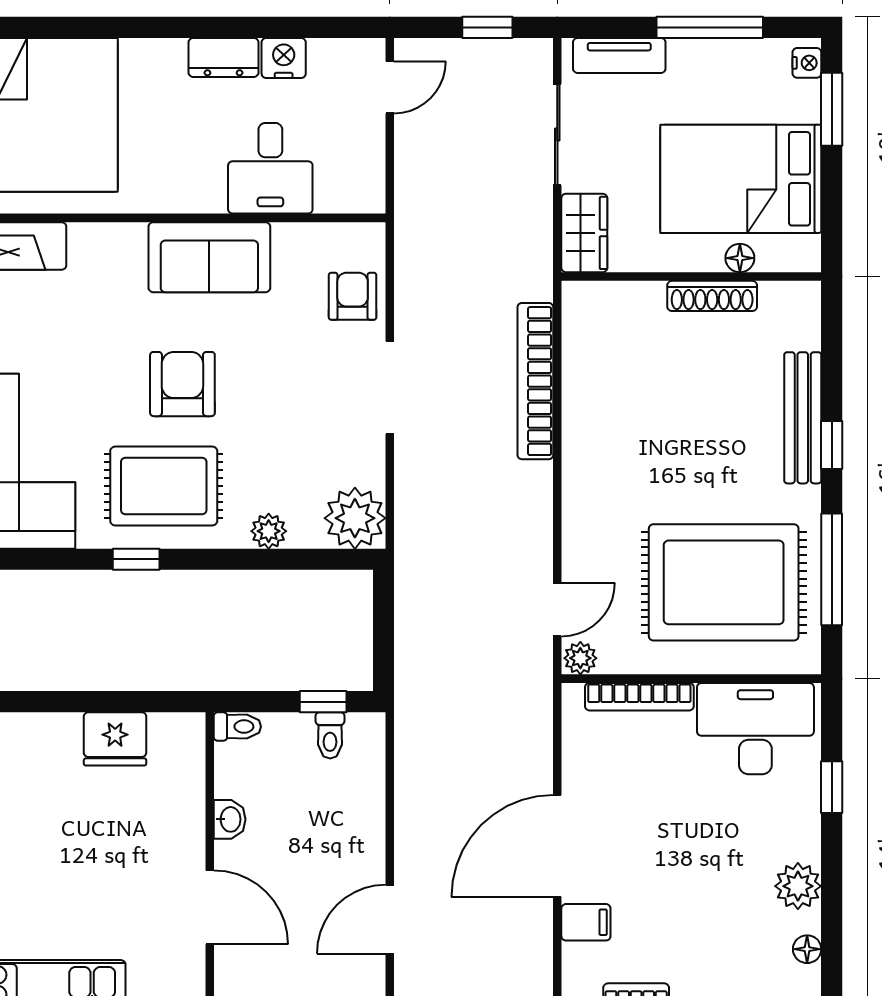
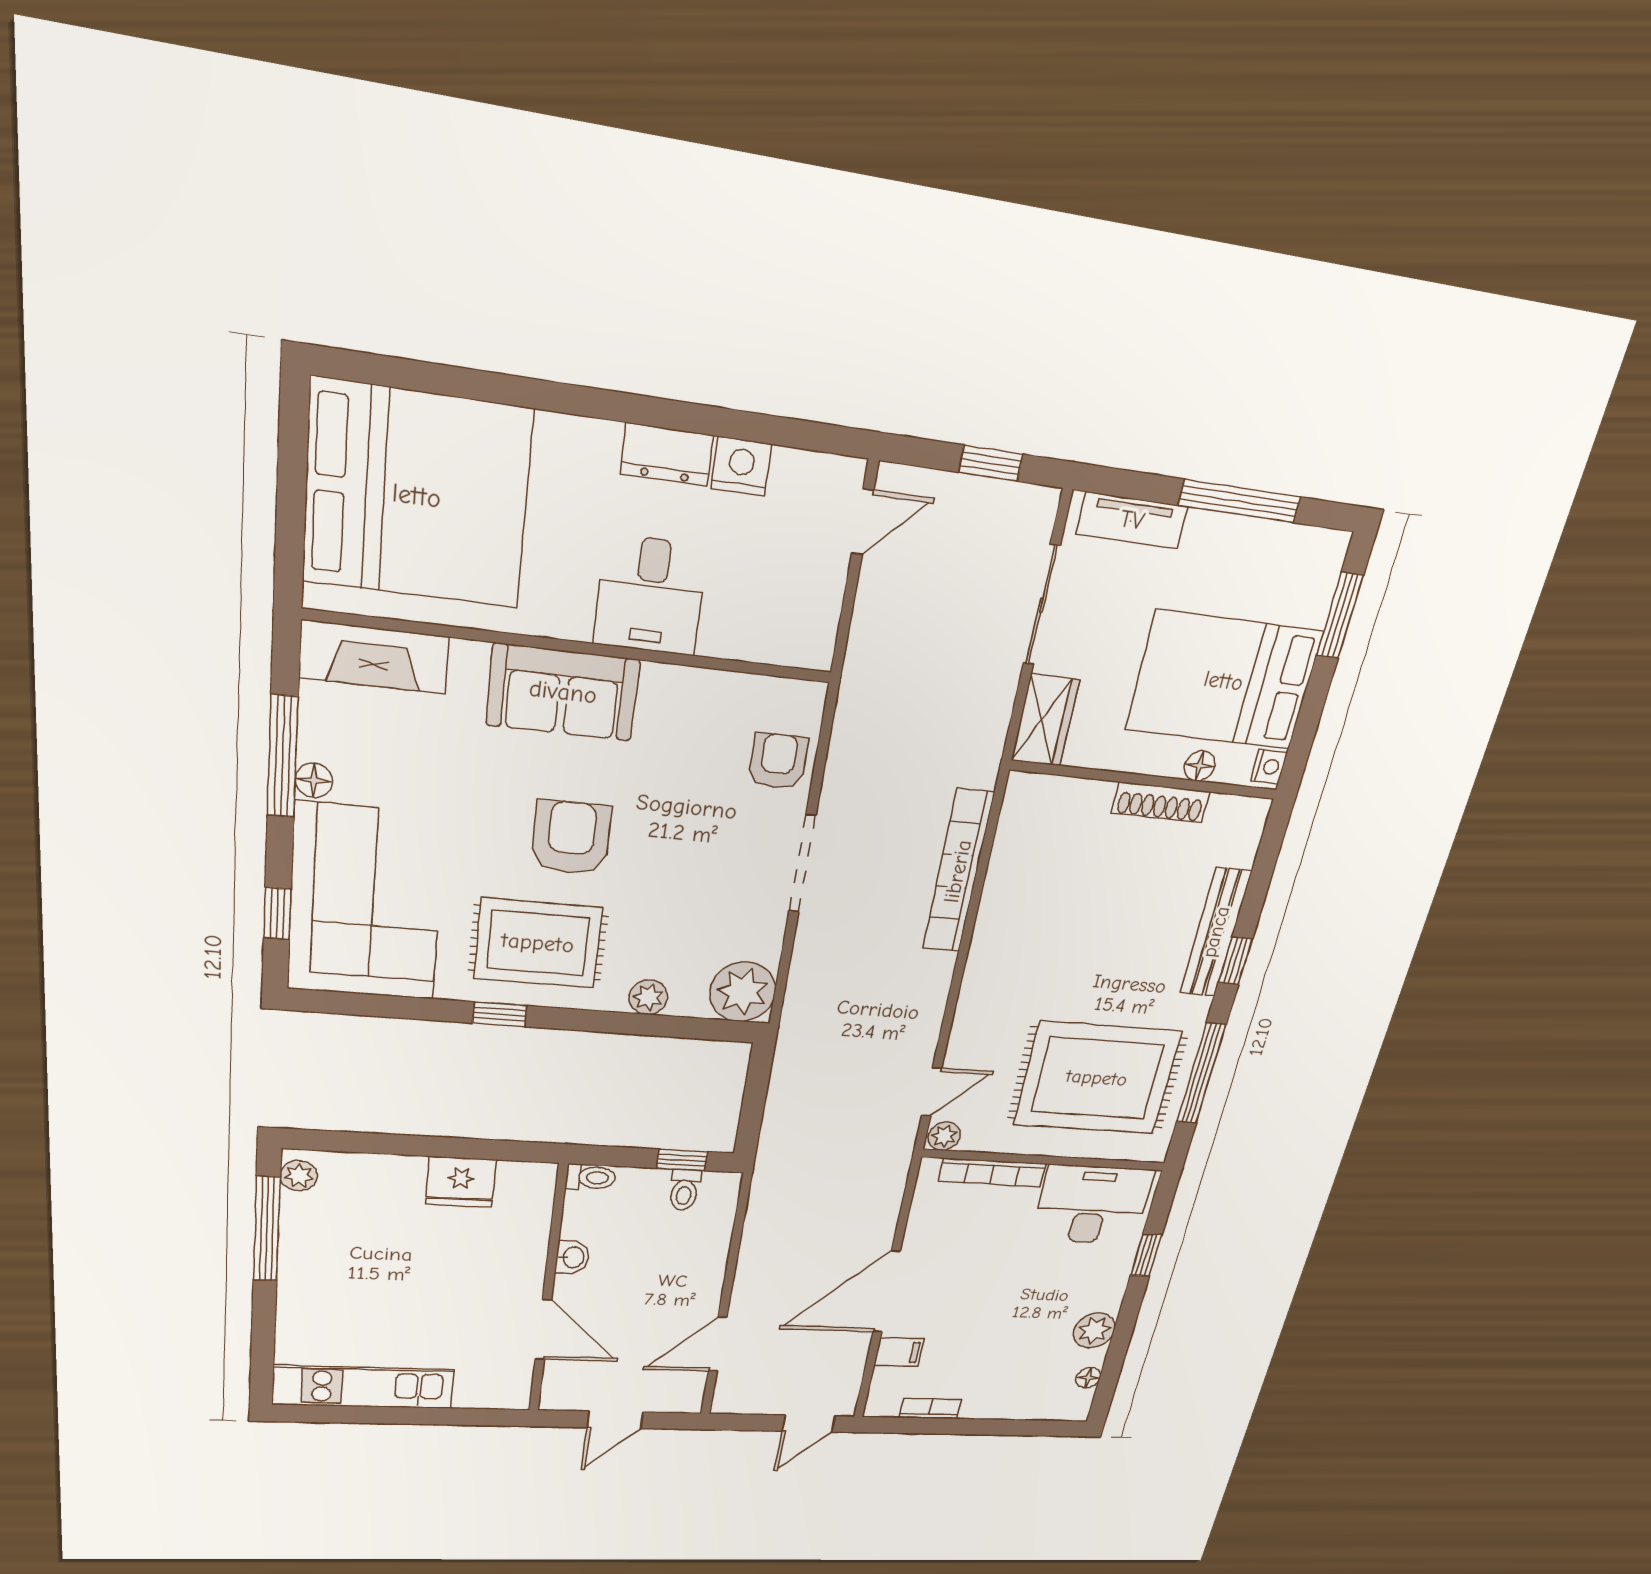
nightstand: (807, 63) -> (1269, 767), moved
desk: (270, 168) -> (650, 595), moved
sofa: (209, 257) -> (563, 692), moved

